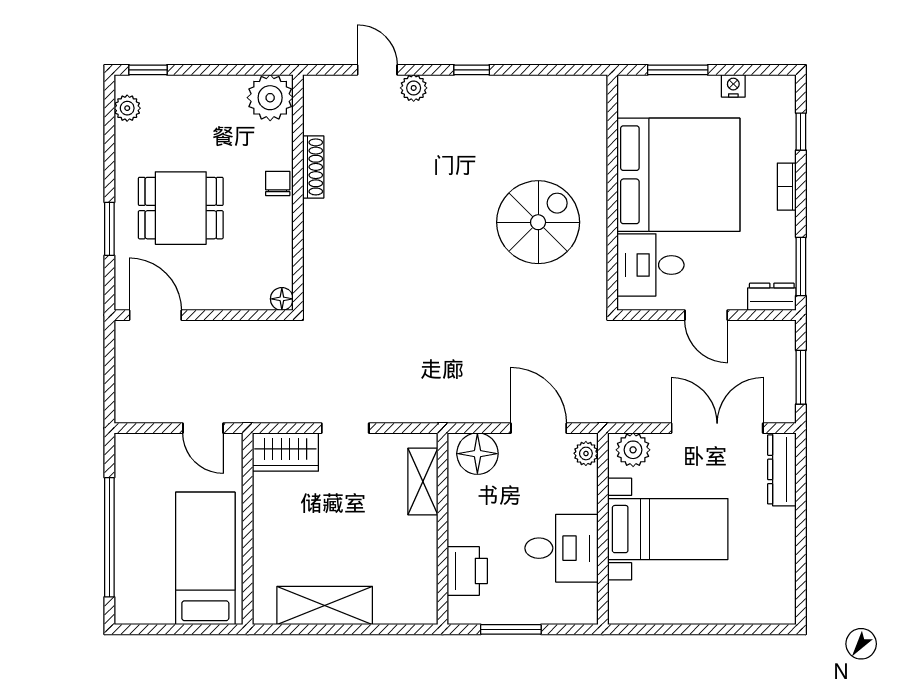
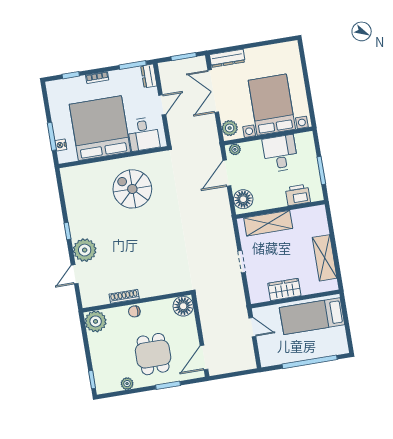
nightstand: (733, 86) -> (61, 145), moved
plant: (414, 88) -> (85, 250), width x1.88, depth x1.88
plant: (127, 108) -> (127, 384), moved
floor lamp: (282, 299) -> (183, 306), width x1.89, depth x1.89
door: (203, 428) -> (252, 327), hinge flipped
wardrobe: (285, 452) -> (284, 290), moved, turned -90
shelving: (423, 481) -> (268, 223), width x1.50, depth x1.33
bed with nightstands: (668, 529) -> (272, 105), width x1.36

